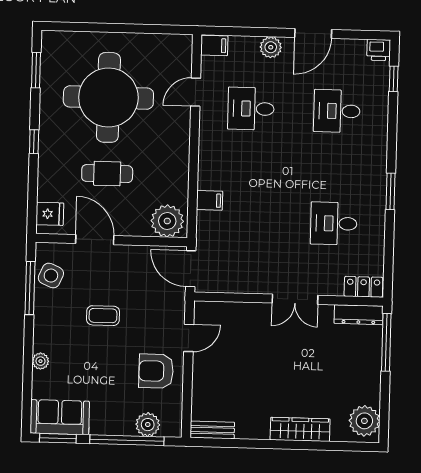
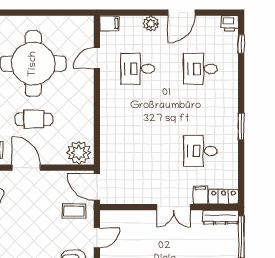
filing cabinet: (210, 200) -> (201, 195), moved, turned -90
coffee table: (103, 316) -> (74, 211), moved

